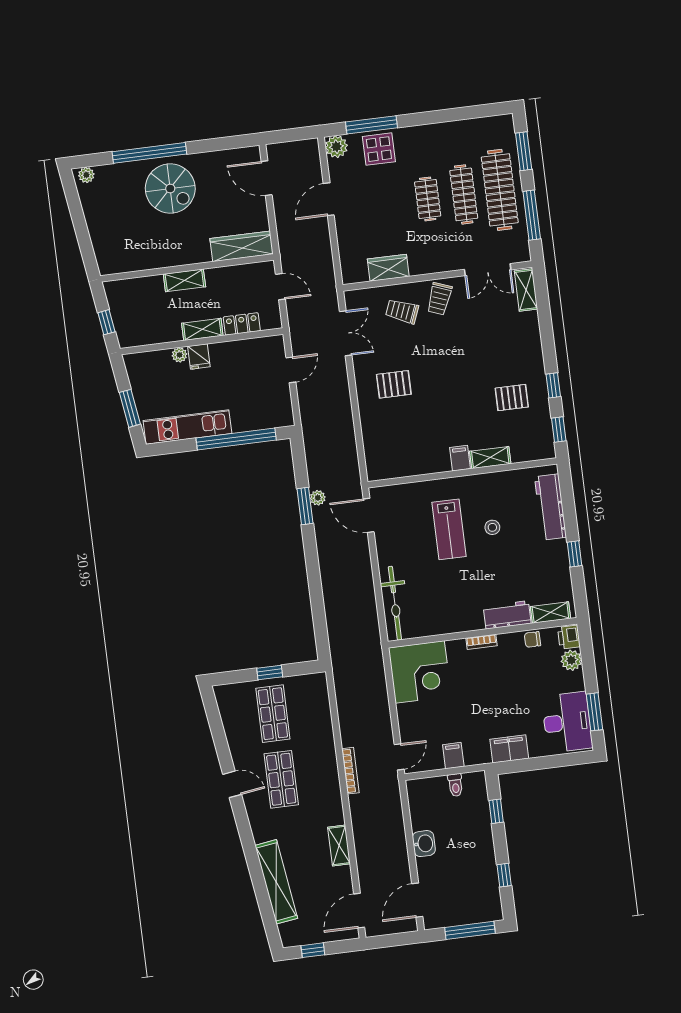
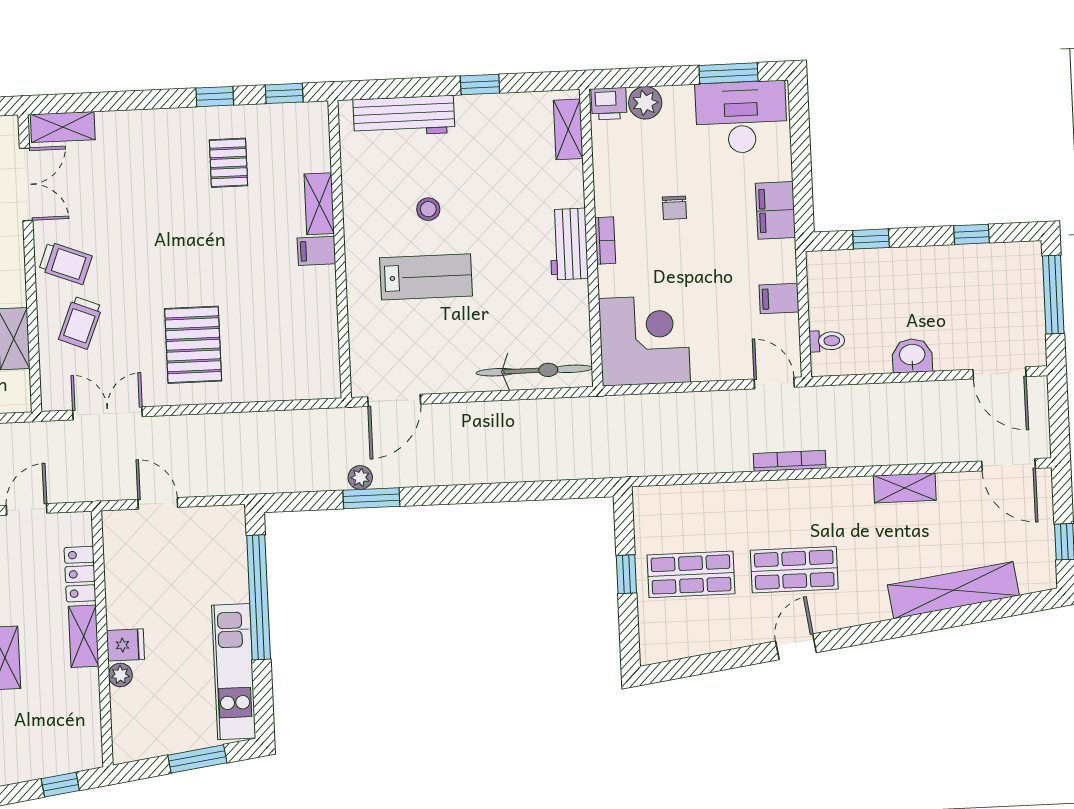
pallet: (394, 384) -> (193, 345), width x1.50, depth x1.42
workbench: (507, 615) -> (569, 244), moved
chair: (532, 639) -> (674, 208), moved
toilet: (455, 785) -> (827, 341), moved

